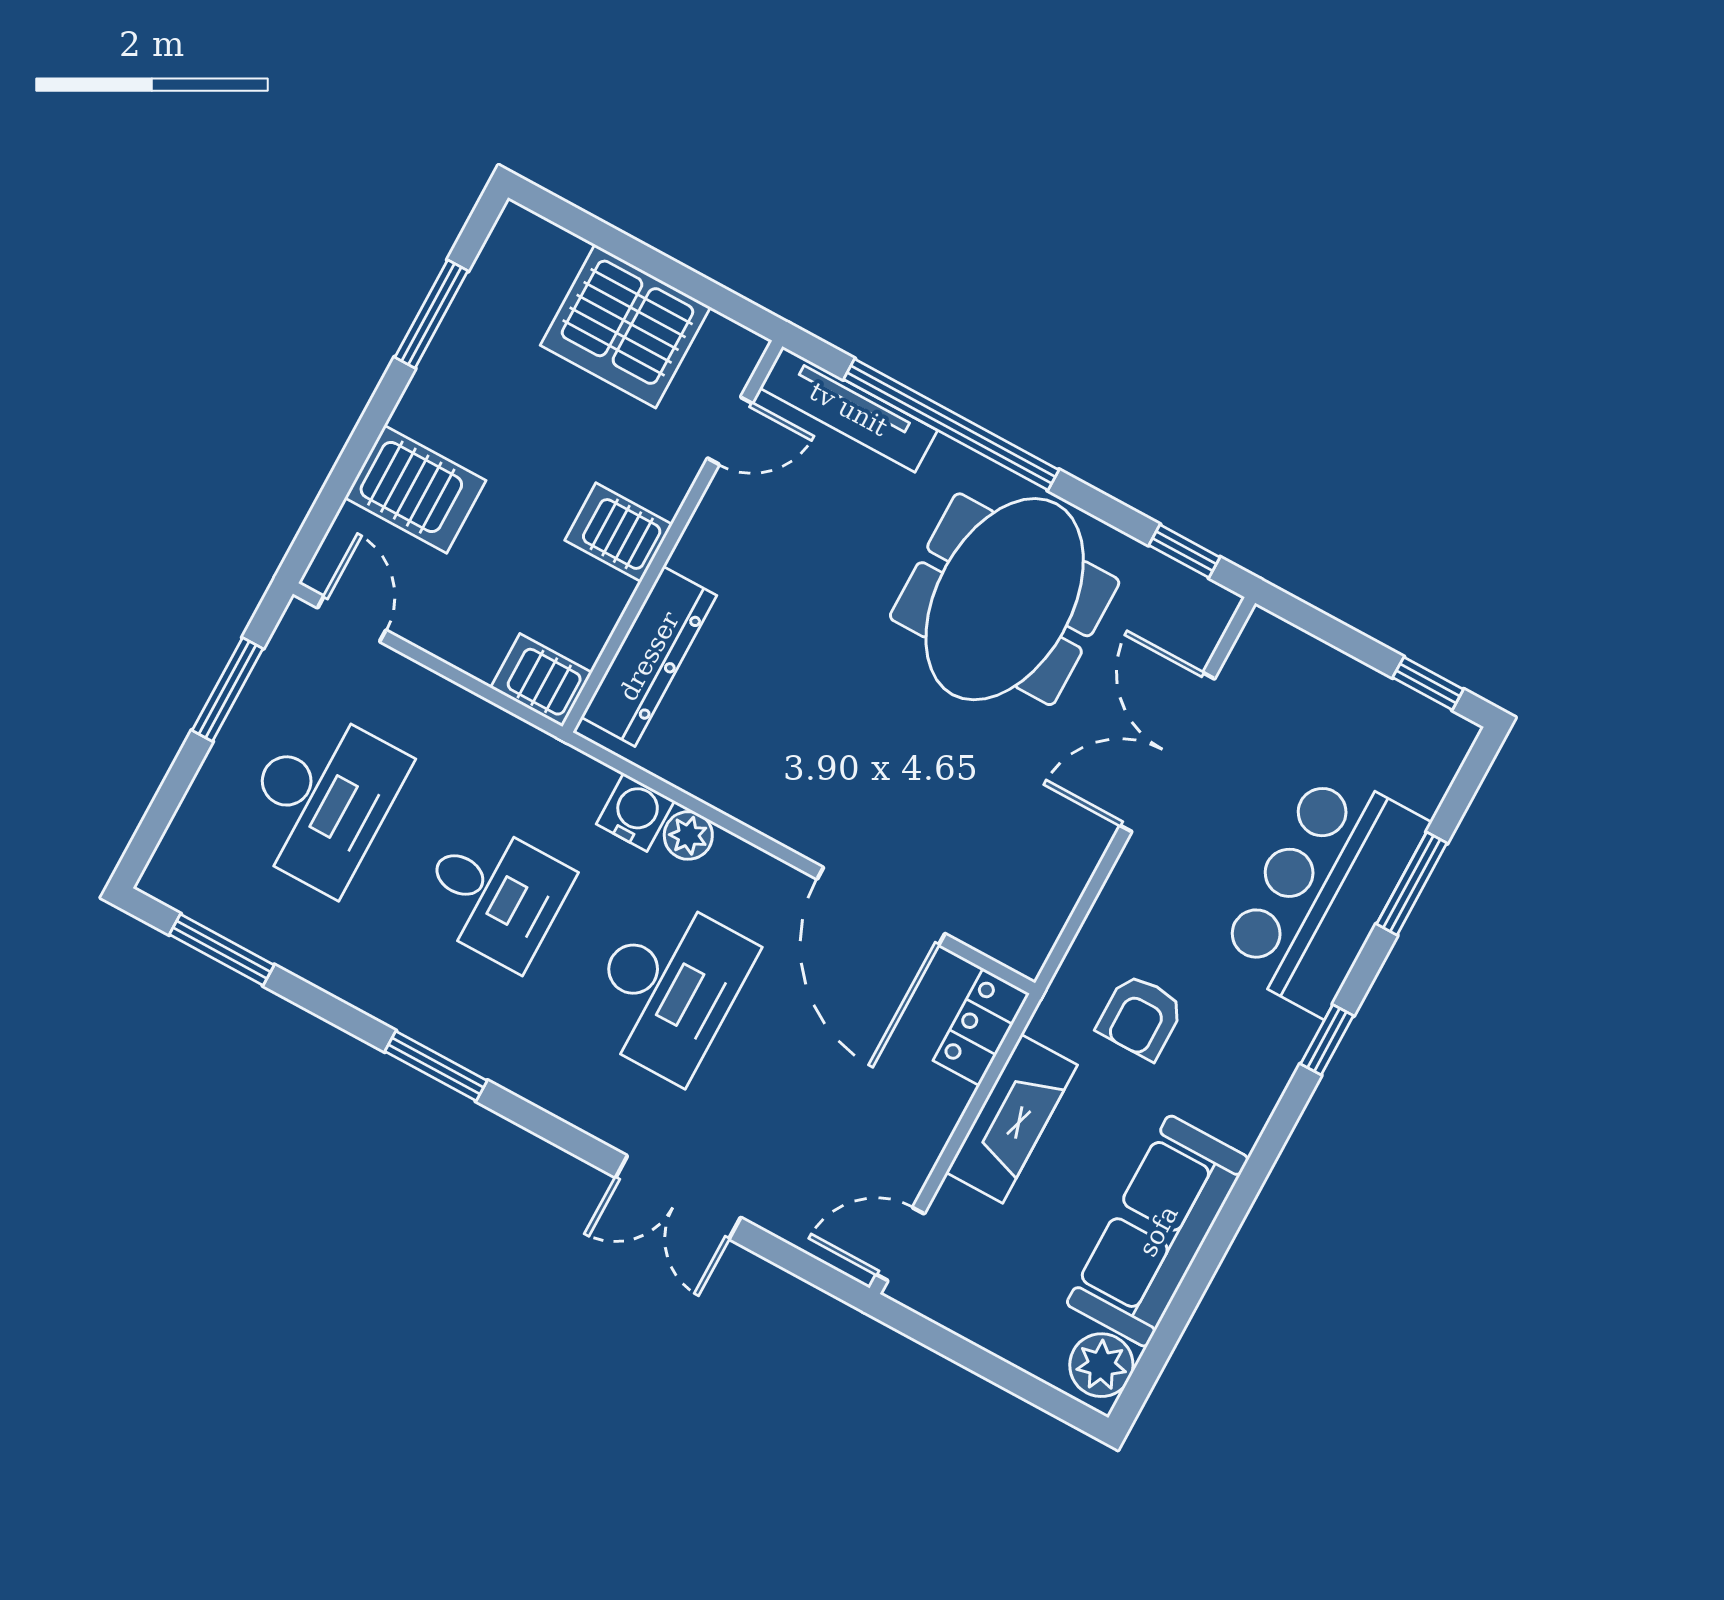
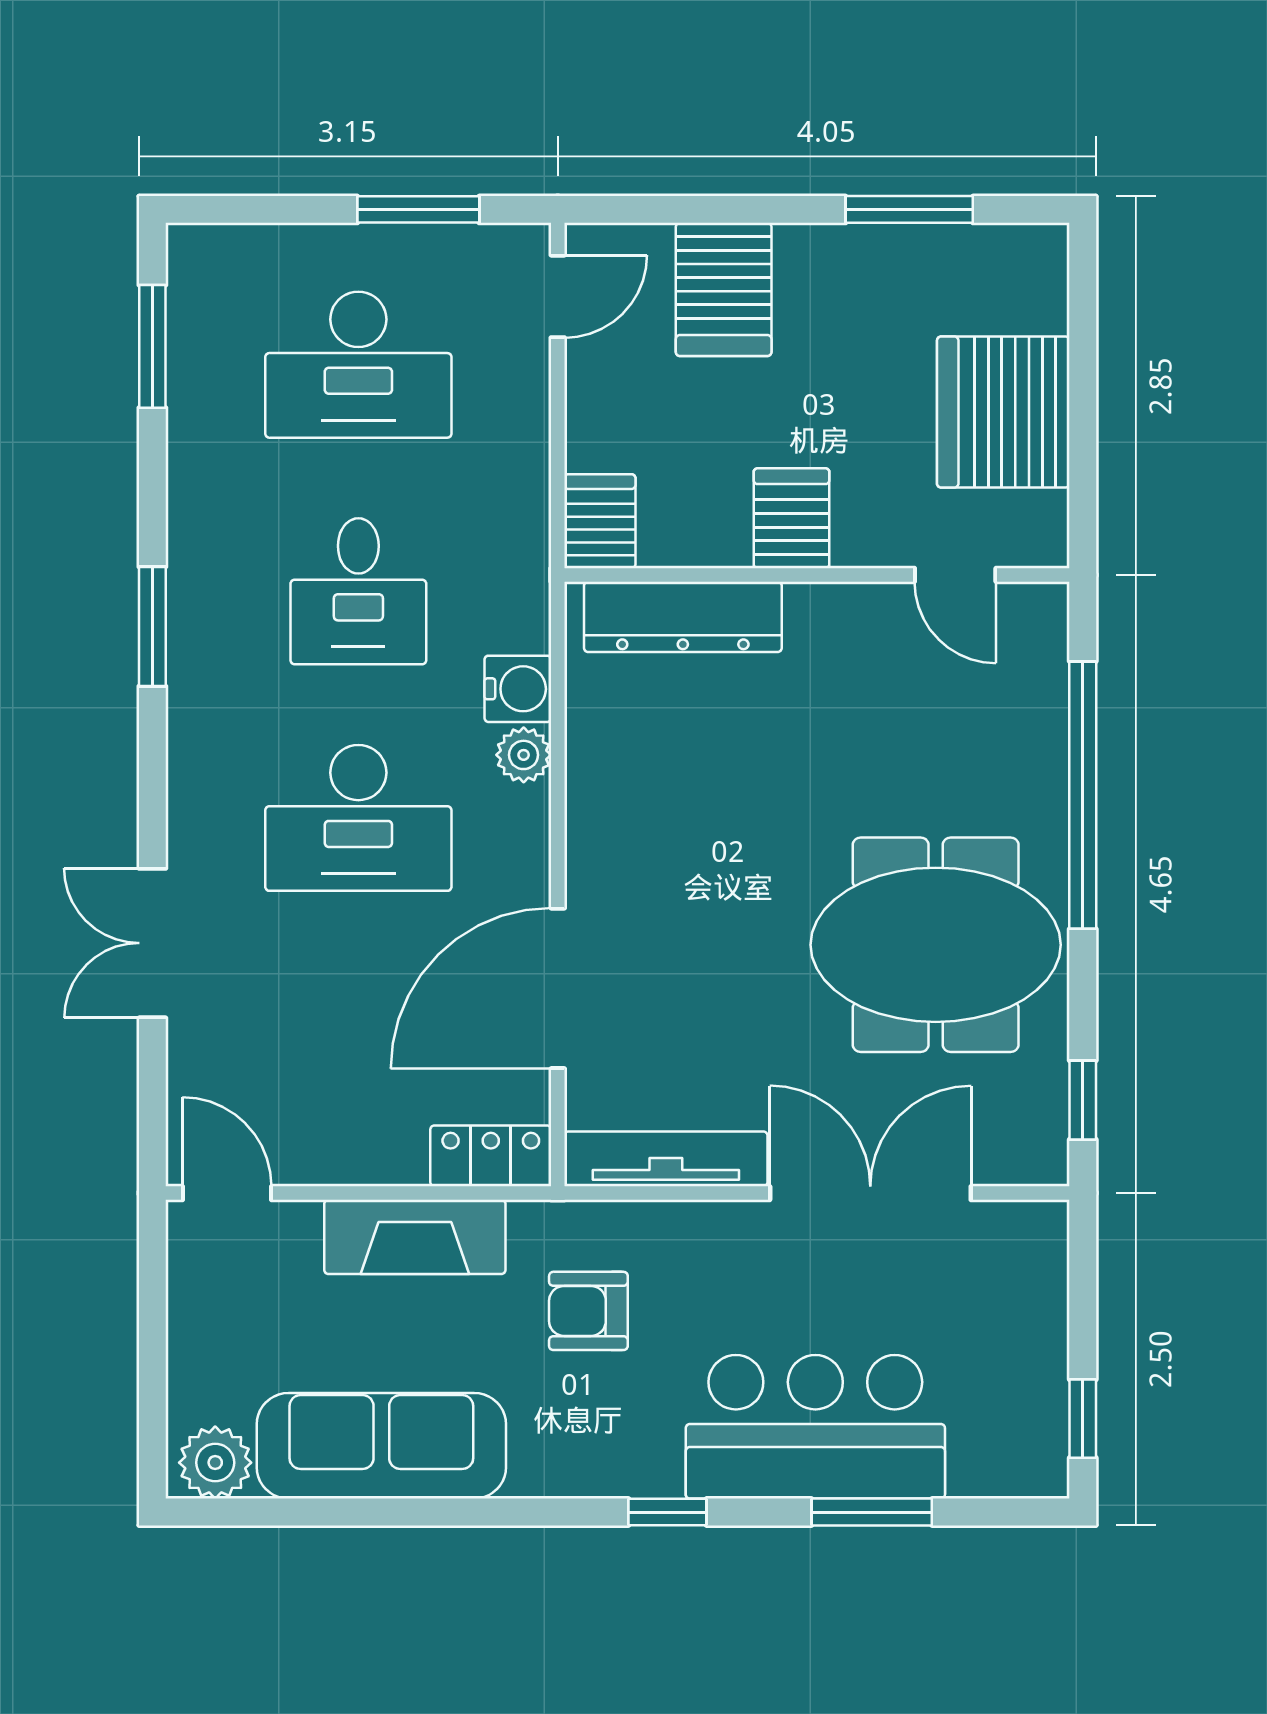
tv unit: (849, 409) -> (666, 1159), moved, turned 90

